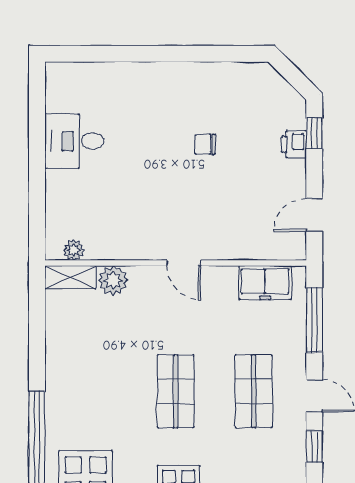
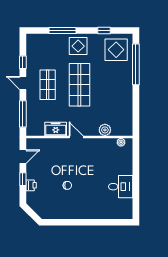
window: (314, 133) -> (23, 179), moved
shelving: (70, 277) -> (122, 131), removed
freezer: (265, 283) -> (56, 129), moved
shop shelf: (176, 391) -> (79, 85), width x1.43, depth x1.36

